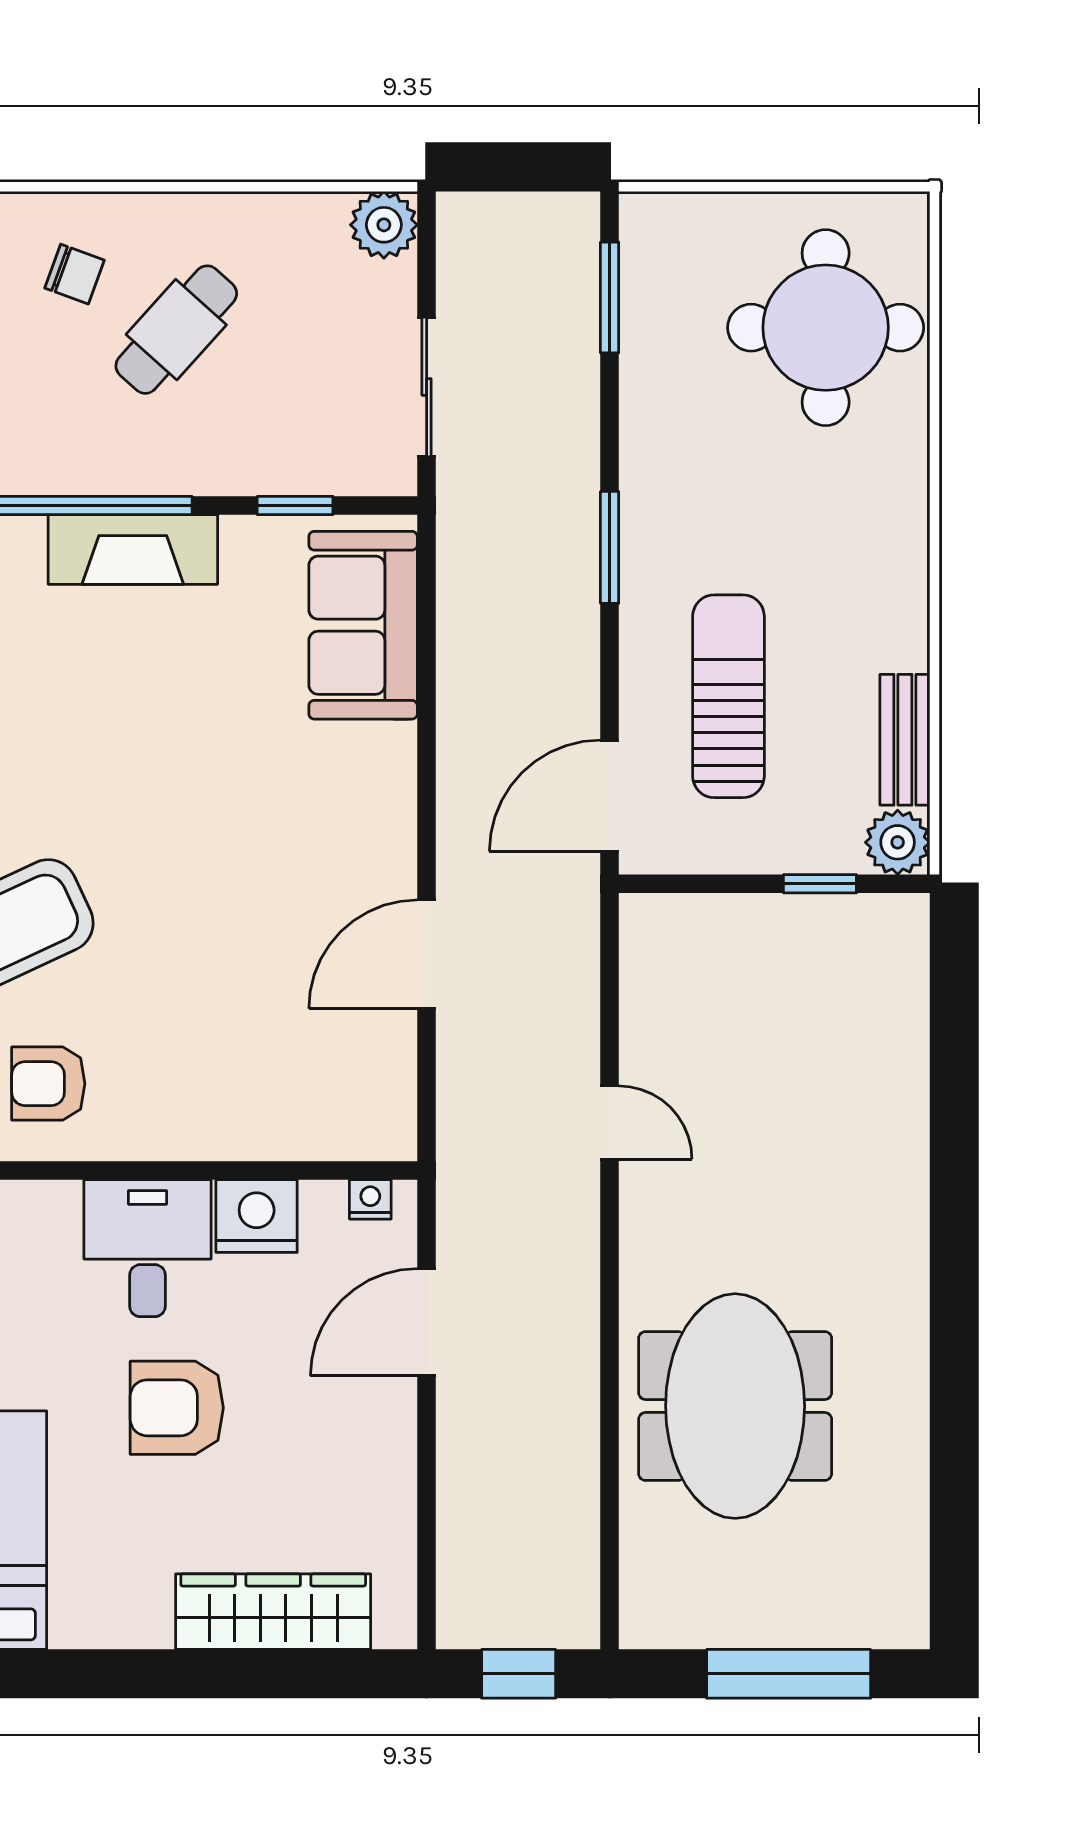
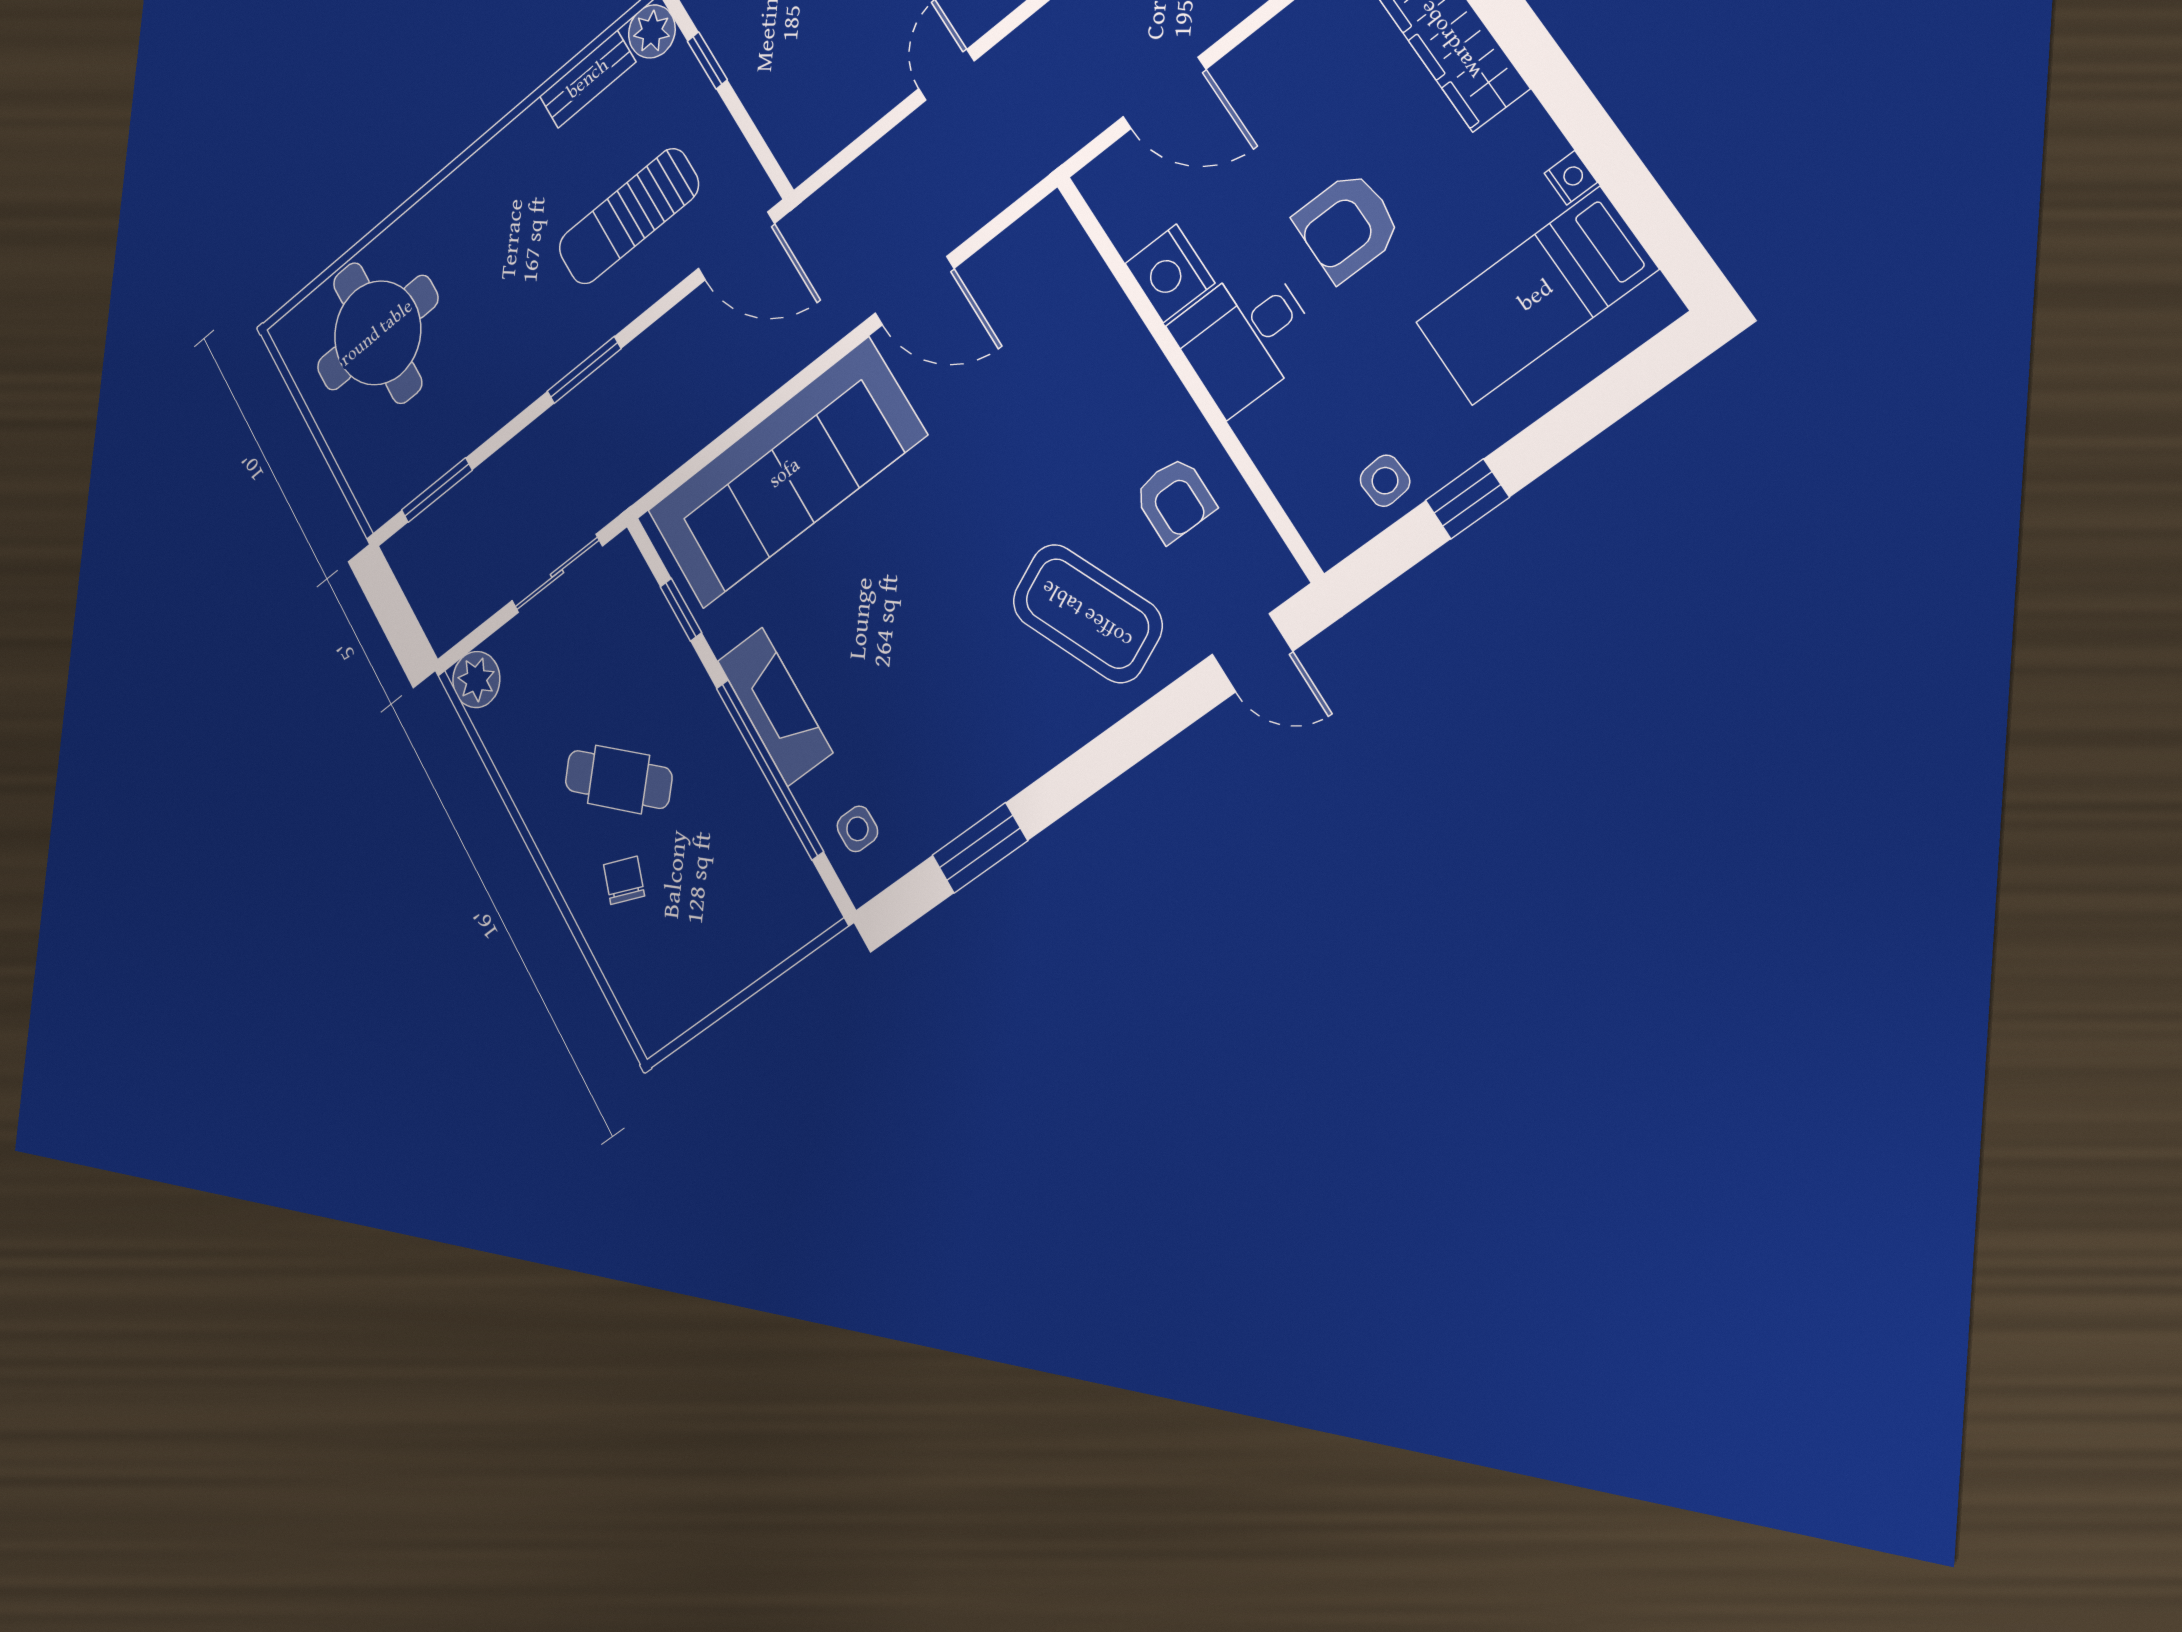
sofa: (363, 625) -> (785, 473), width x1.85, depth x1.27
nightstand: (370, 1199) -> (1571, 178), moved, turned 180
armchair: (177, 1408) -> (1347, 226), turned 90

